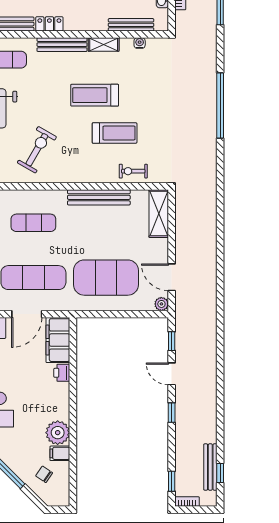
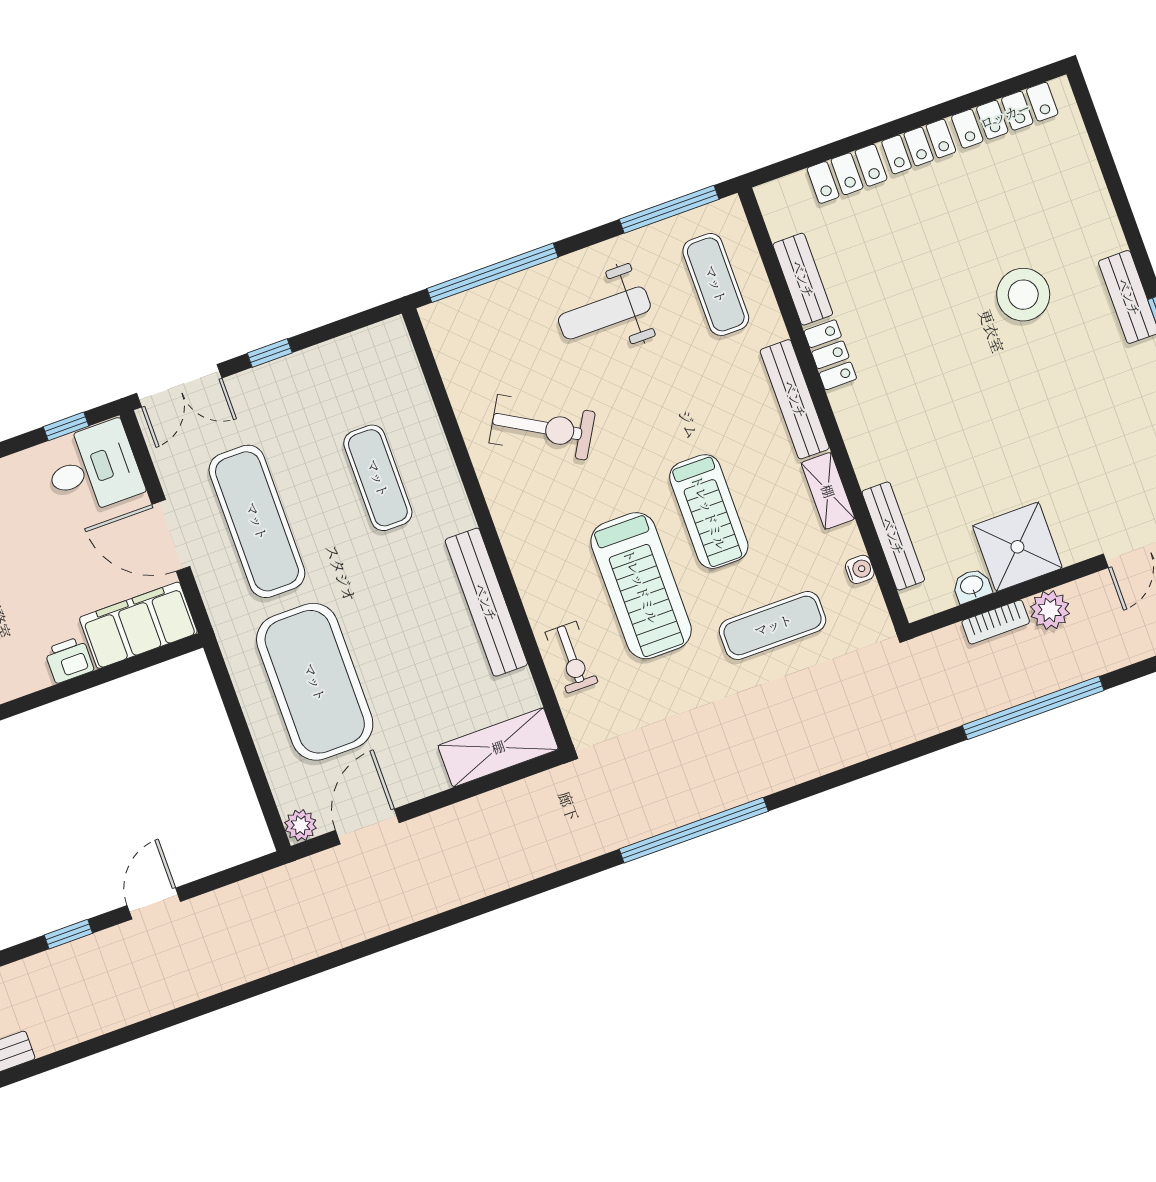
exercise mat: (149, 86) -> (773, 625), added
treadmill: (95, 95) -> (709, 512), turned 180
window: (220, 105) -> (694, 830), moved
treadmill: (115, 133) -> (641, 586), width x1.37, depth x1.38
exercise bike: (133, 171) -> (572, 657), turned 180
window: (172, 341) -> (226, 877), removed

